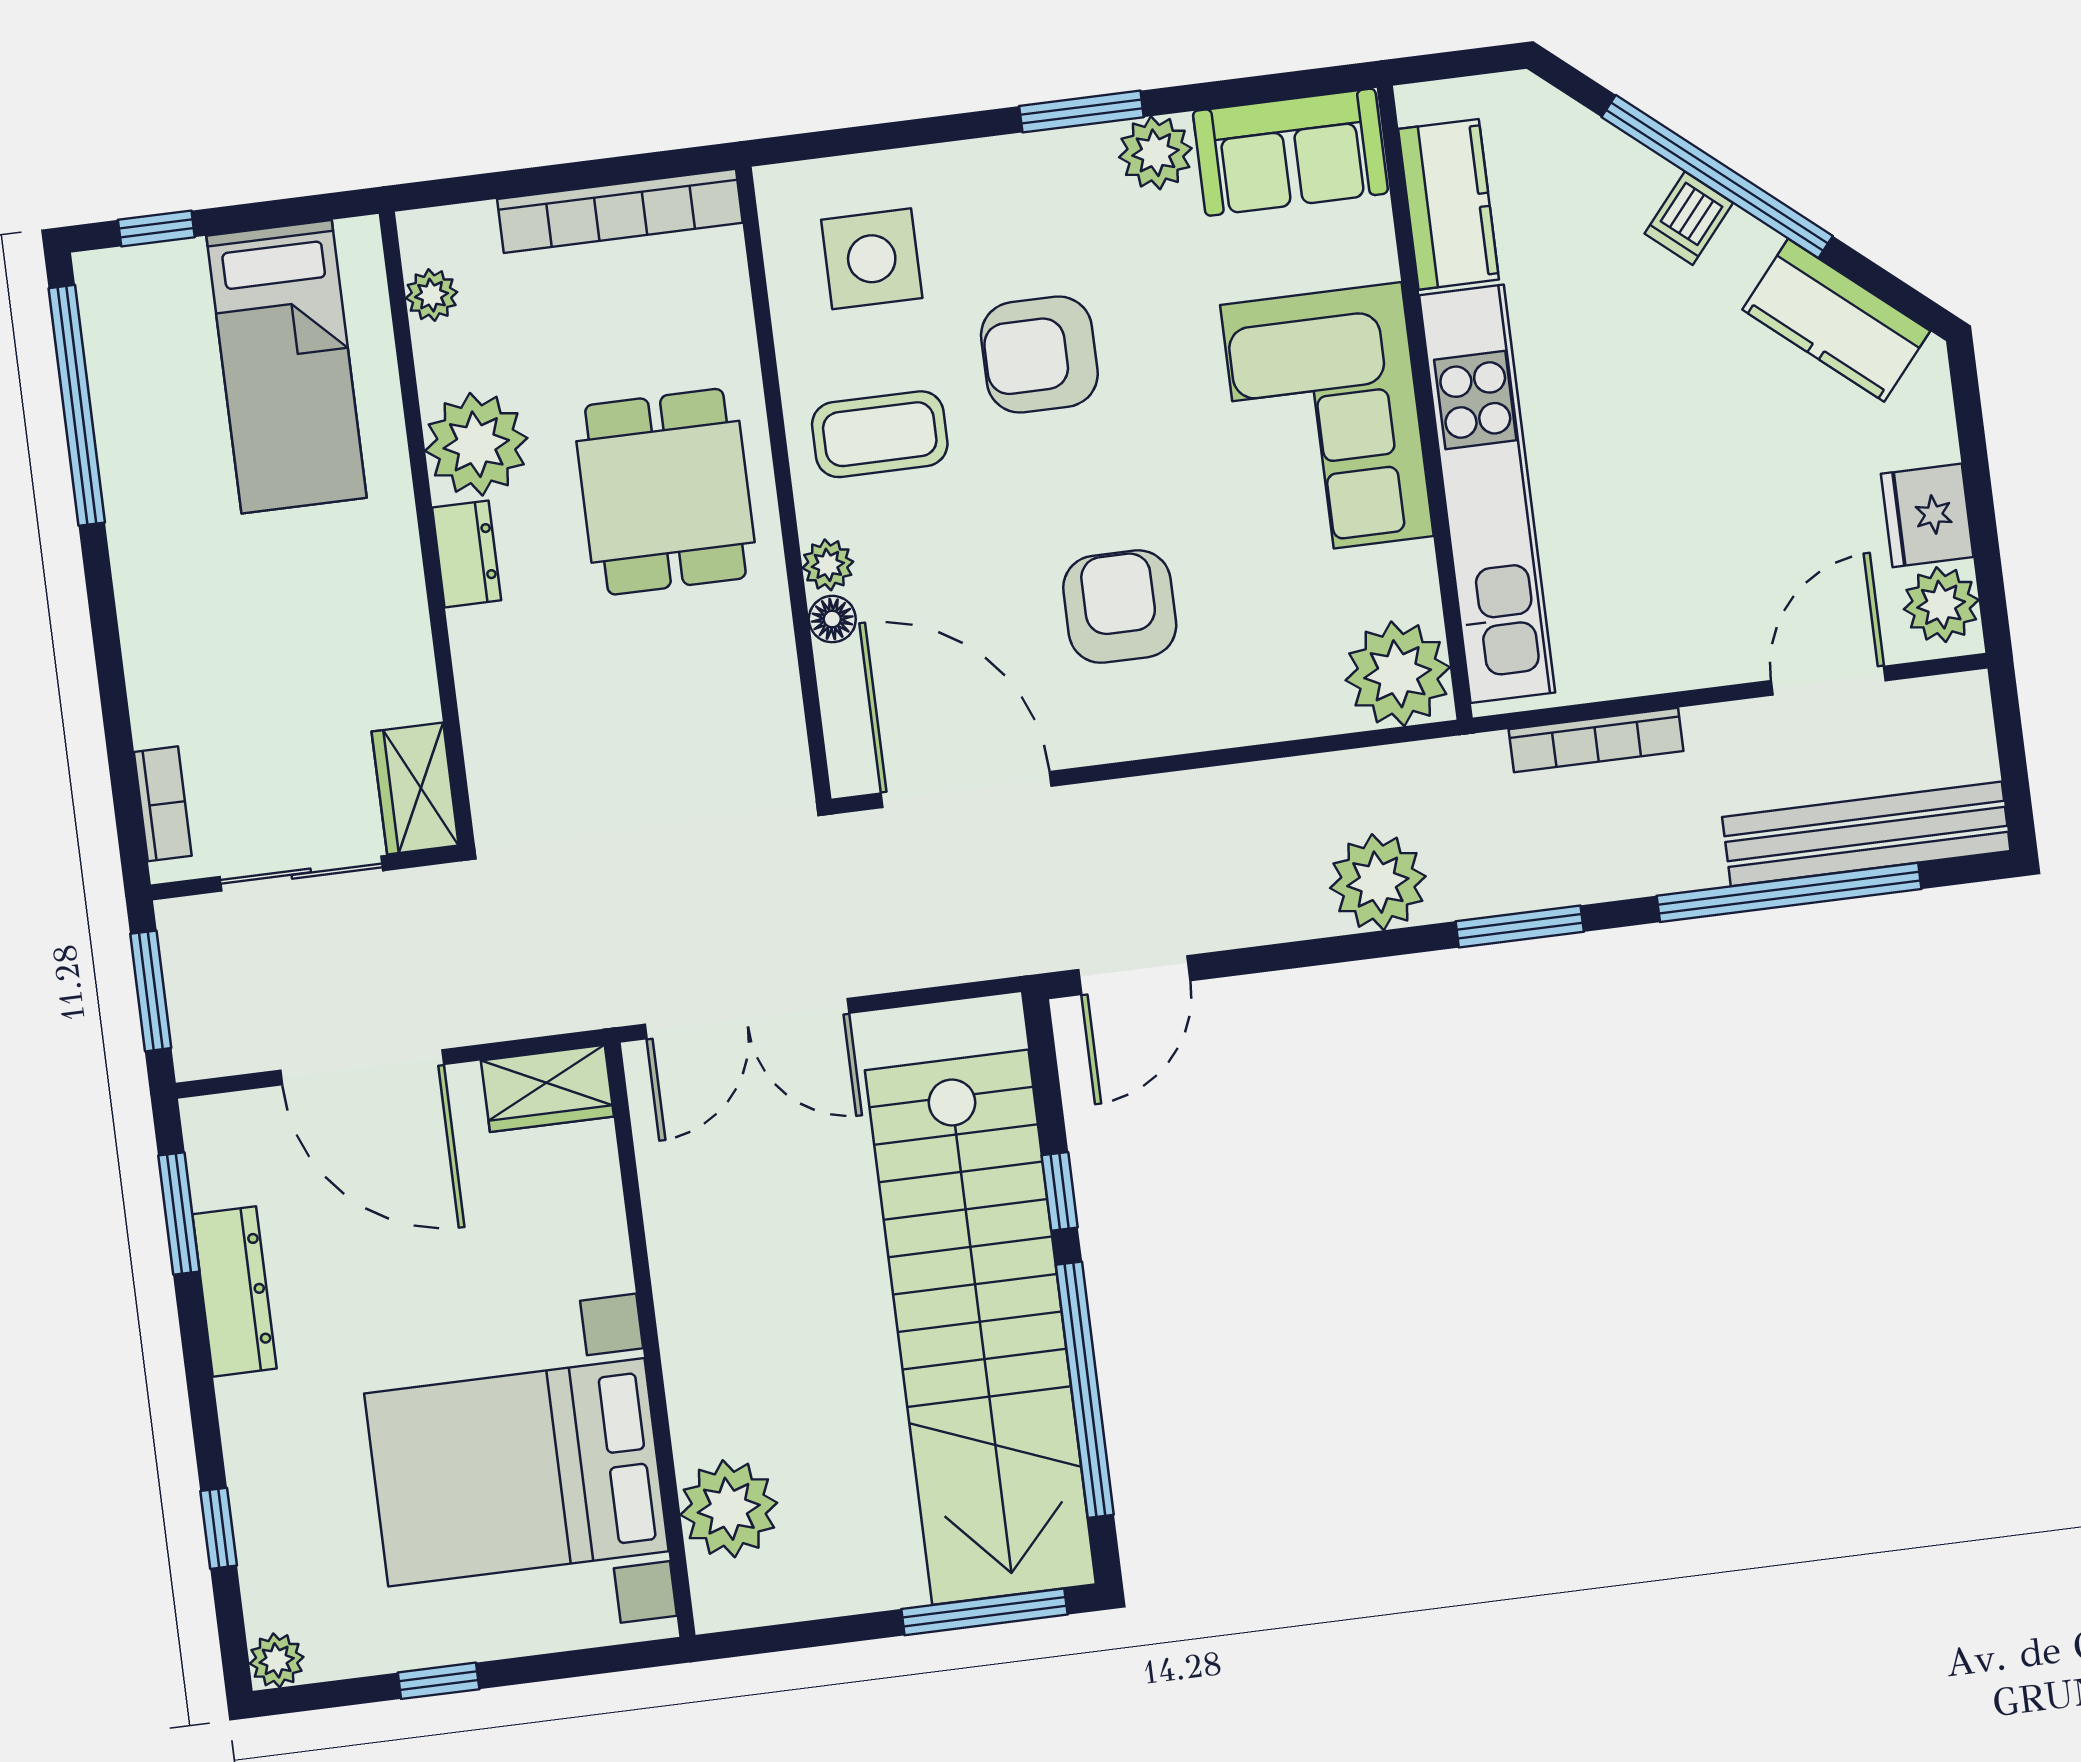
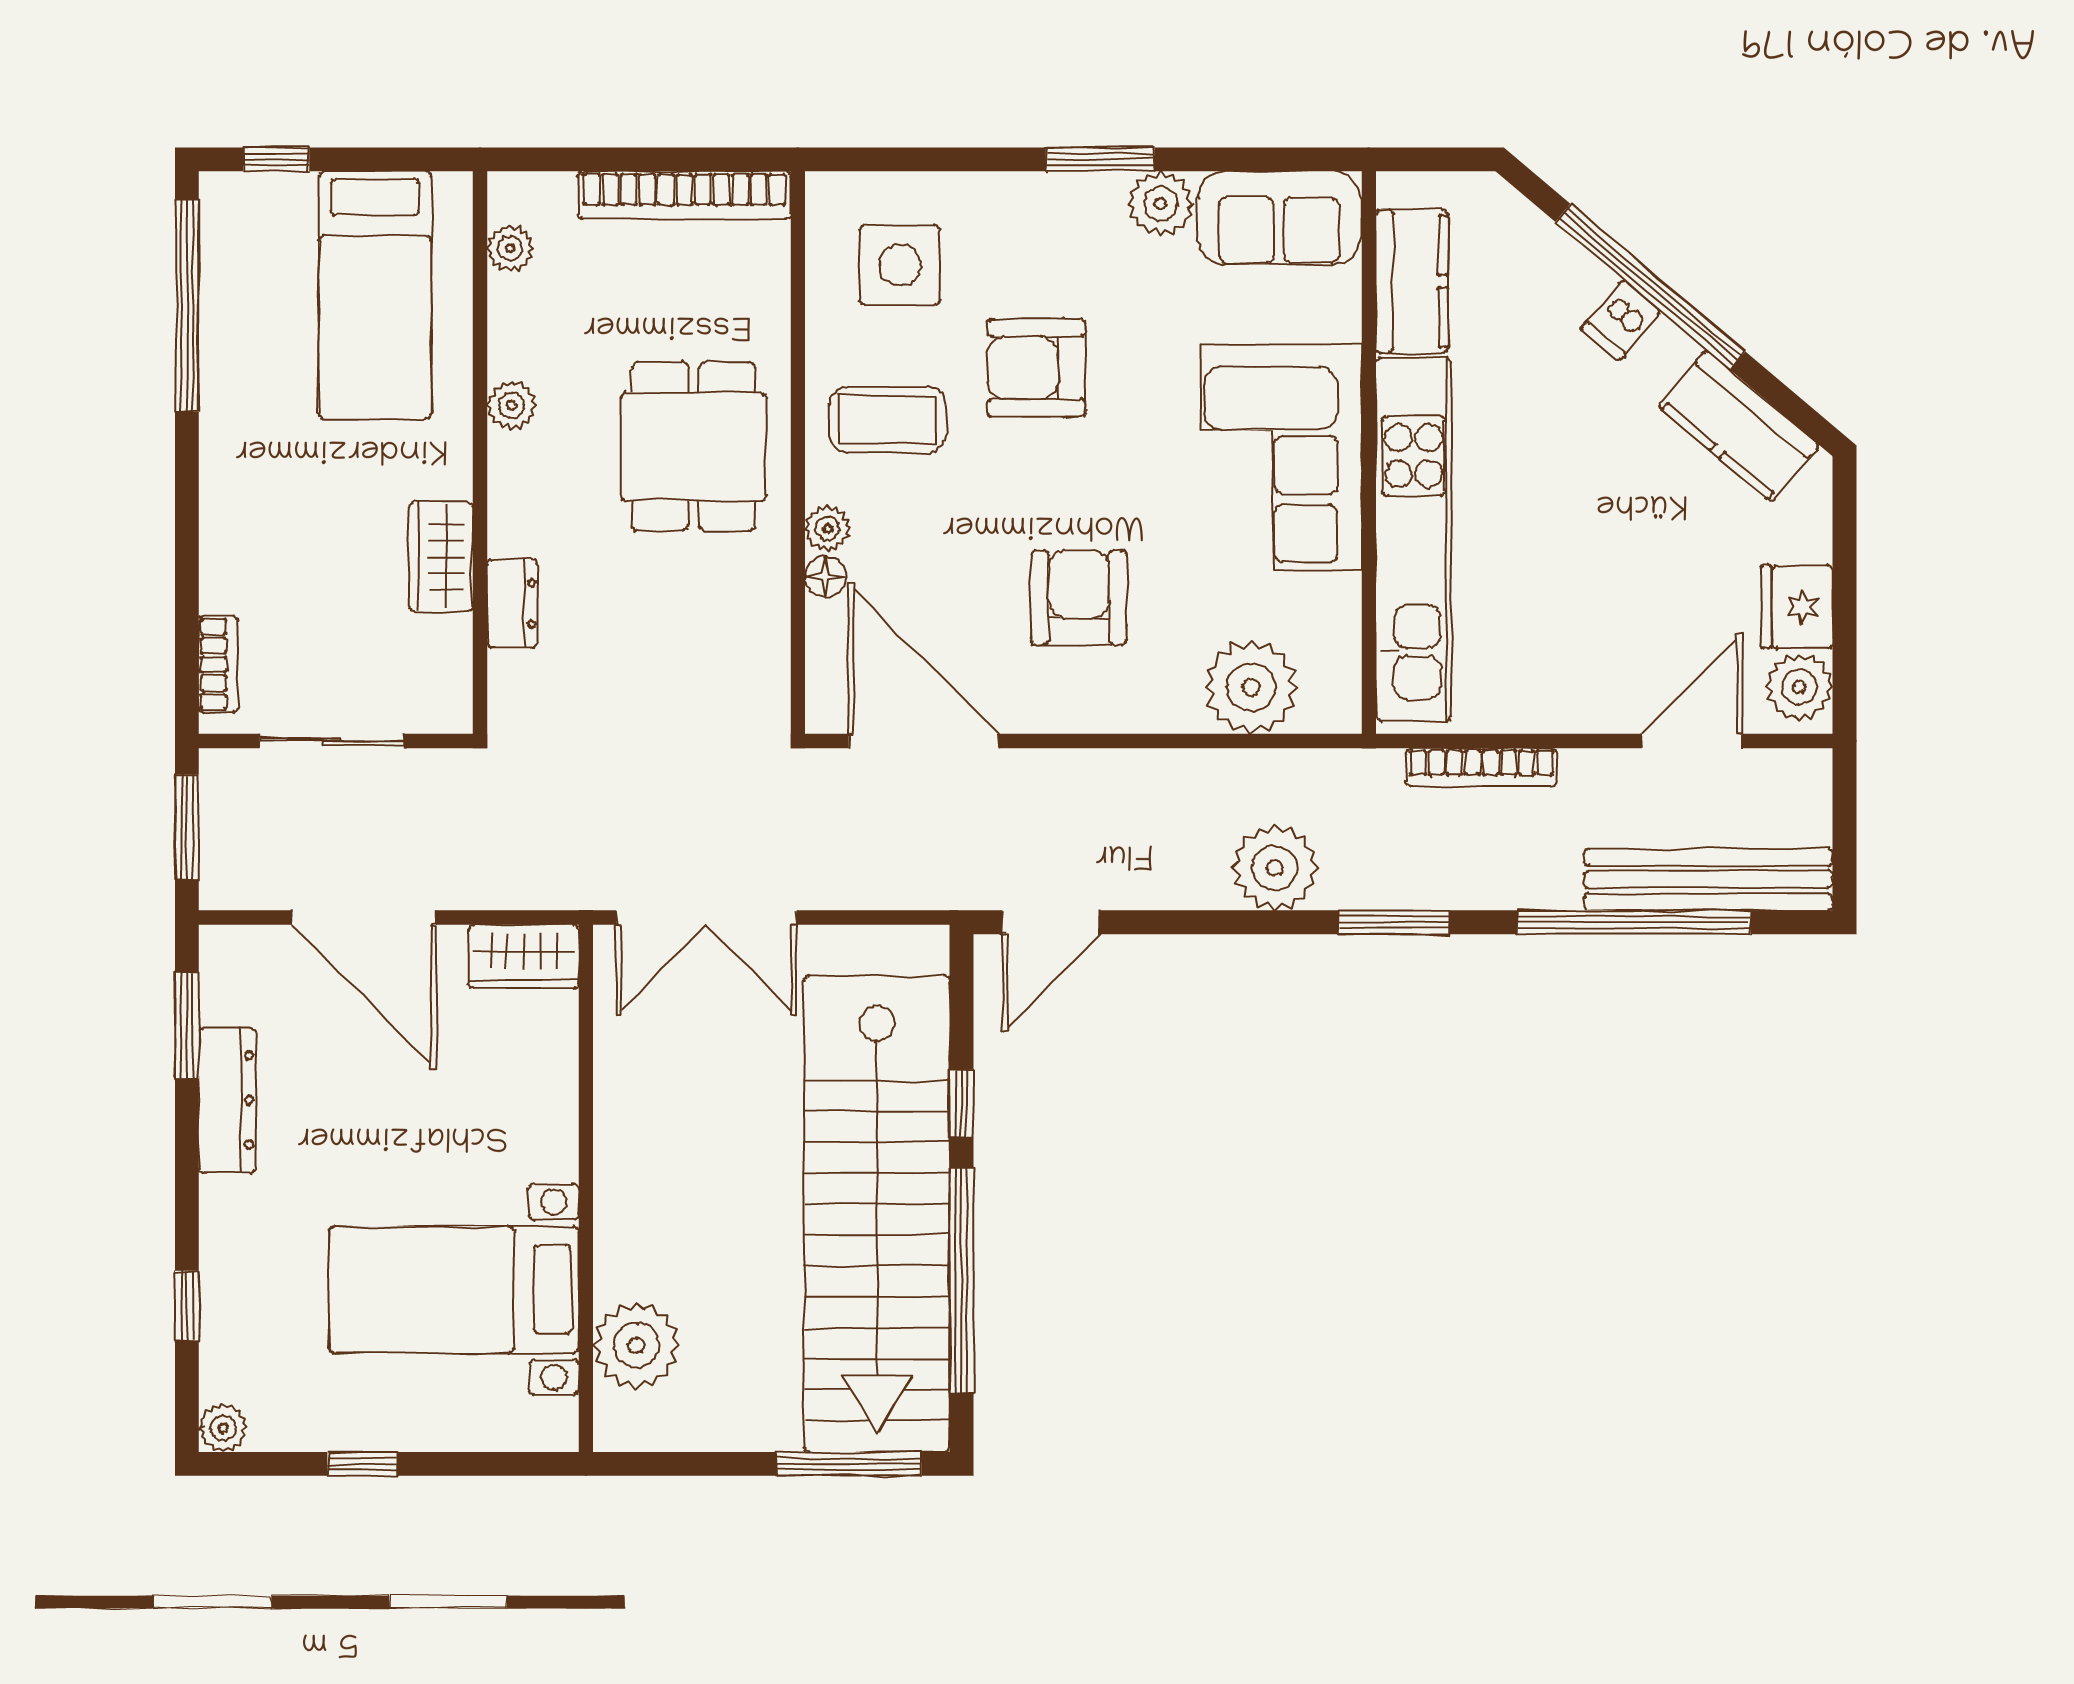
plant: (476, 444) -> (511, 405), width x0.53, depth x0.53
dresser: (467, 554) -> (512, 603), moved
plant: (1398, 674) -> (1251, 687), moved
wardrobe: (415, 789) -> (441, 557), moved
bed with nightstands: (516, 1472) -> (454, 1290), width x0.73

